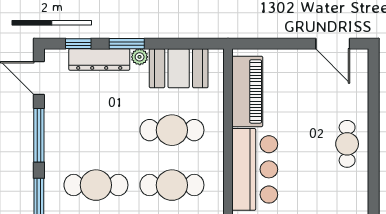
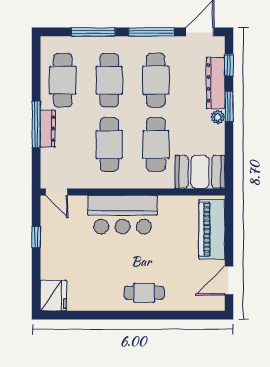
booth: (179, 68) -> (200, 172), moved, turned 90
piano: (247, 91) -> (212, 229), moved, turned 90
cafe table: (96, 130) -> (156, 80), added

